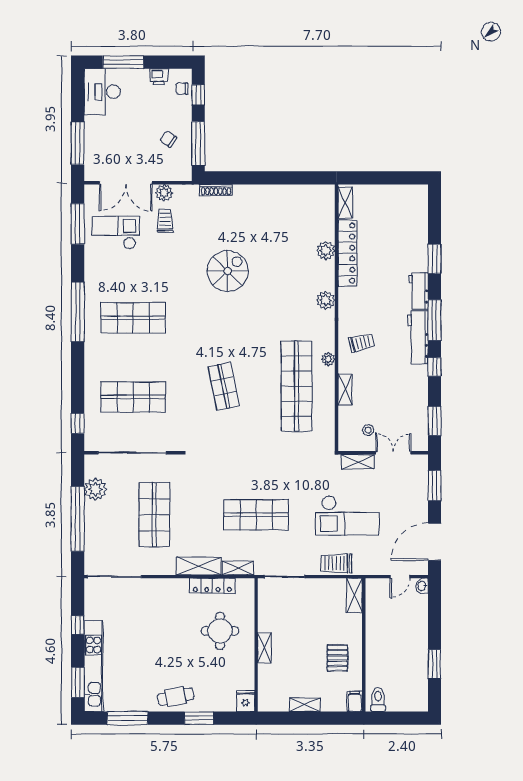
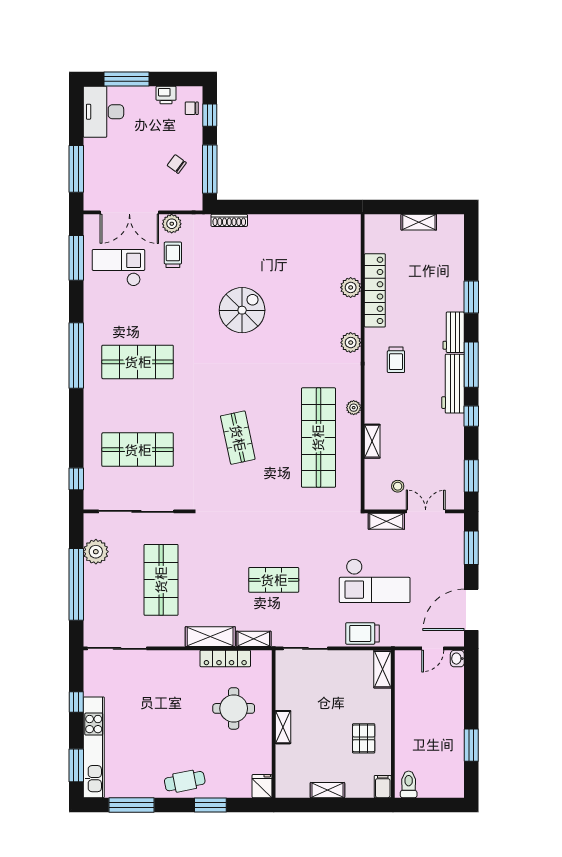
shelving: (345, 203) -> (419, 222), moved, turned 90
trolley: (362, 343) -> (396, 360), moved, turned 104
shop shelf: (256, 515) -> (274, 580), width x0.70, depth x0.74

